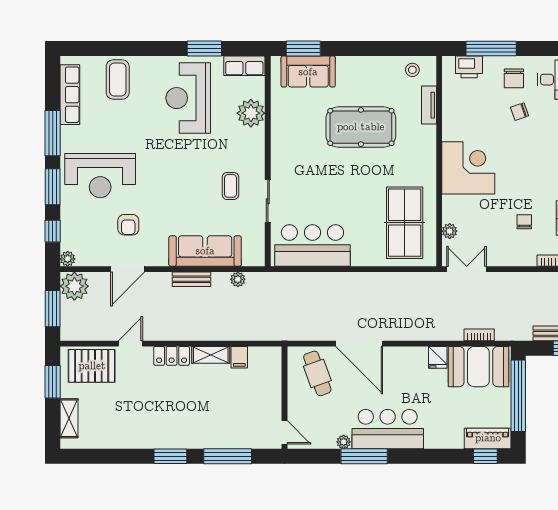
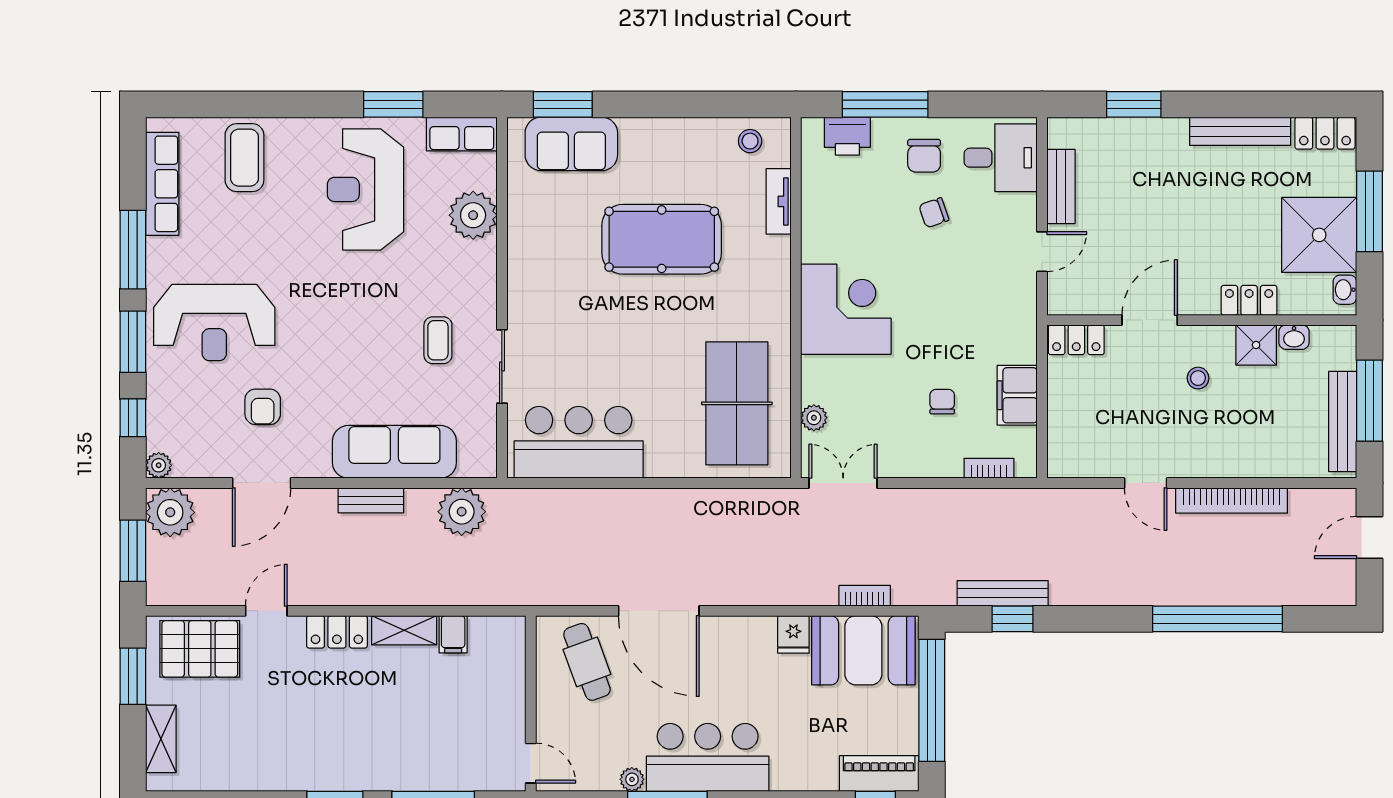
plant: (238, 279) -> (462, 512), width x1.87, depth x1.87

